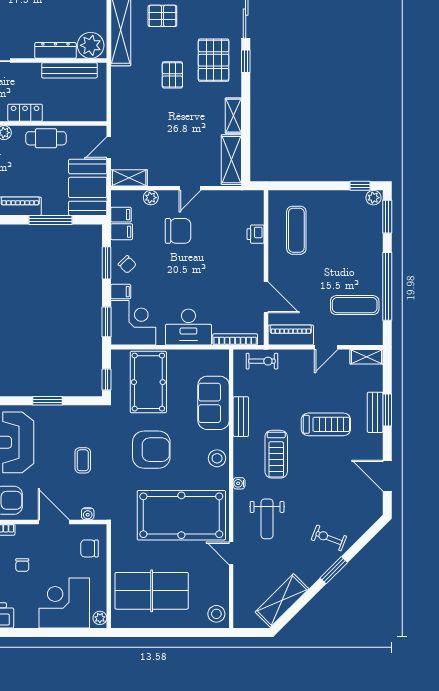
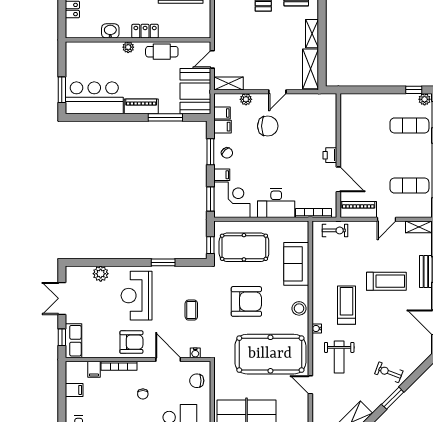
exercise mat: (296, 230) -> (409, 125), moved, turned 90
printer: (256, 234) -> (330, 155), moved
pool table: (148, 382) -> (244, 247), turned 90
bench: (241, 417) -> (318, 275), removed
treadmill: (276, 454) -> (346, 305), turned 180

